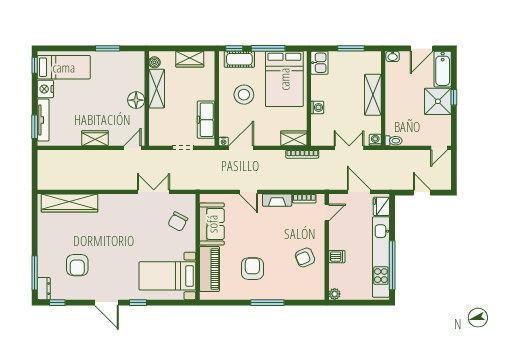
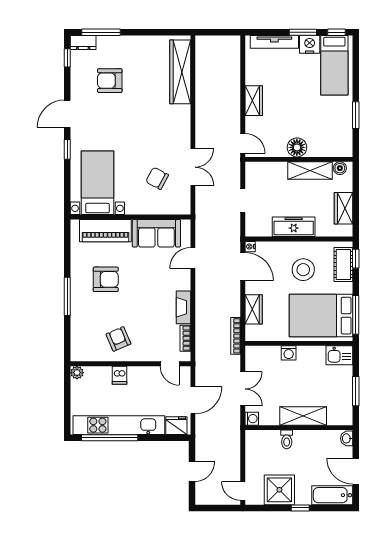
window: (268, 48) -> (356, 315), moved
shower: (438, 101) -> (279, 490), moved
freezer: (206, 120) -> (294, 227), moved
window: (35, 127) -> (303, 32), moved
wardrobe: (294, 138) -> (254, 309), moved
toilet: (394, 141) -> (287, 439), moved
door: (248, 192) -> (193, 258), moved
chair: (178, 222) -> (157, 178), moved

